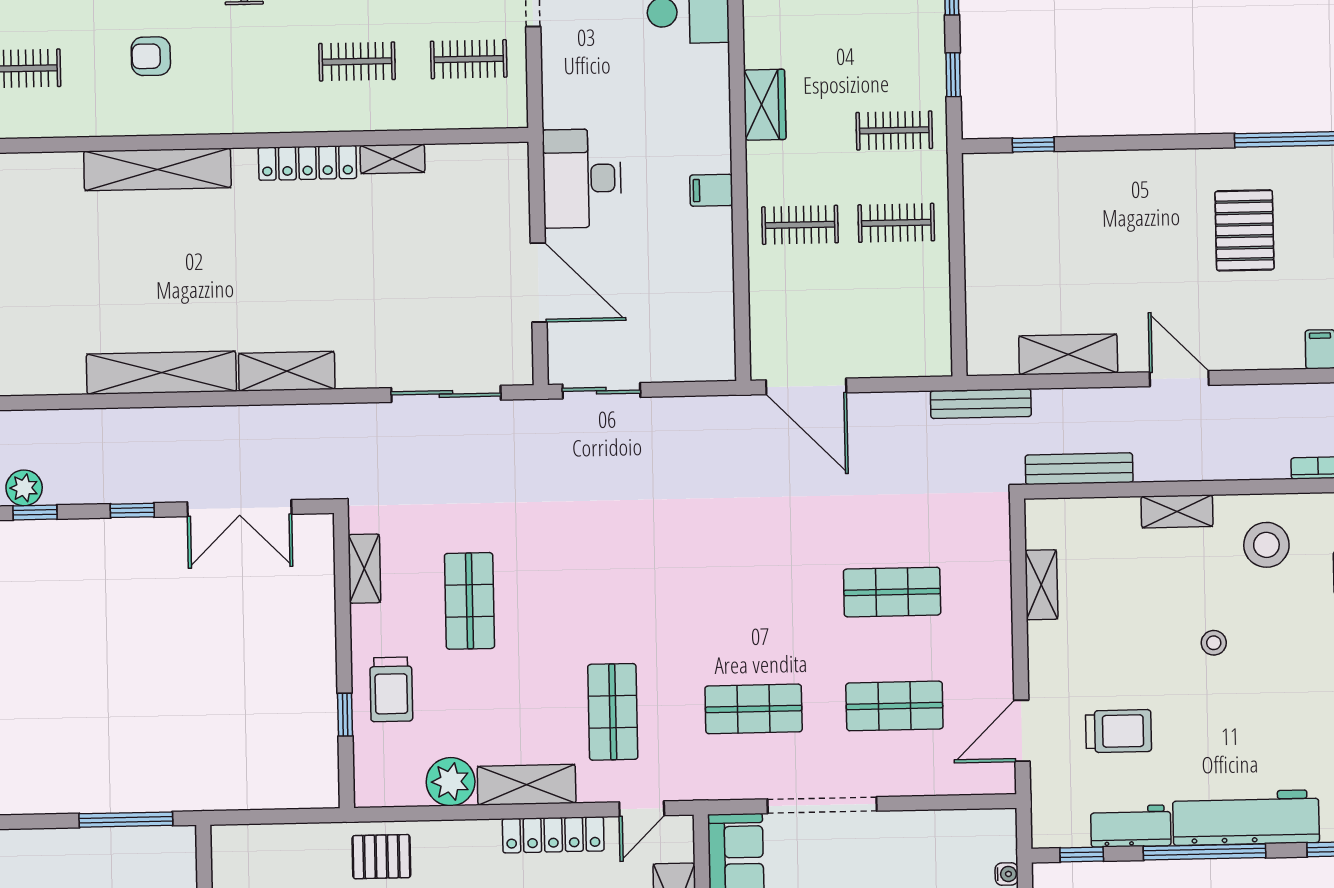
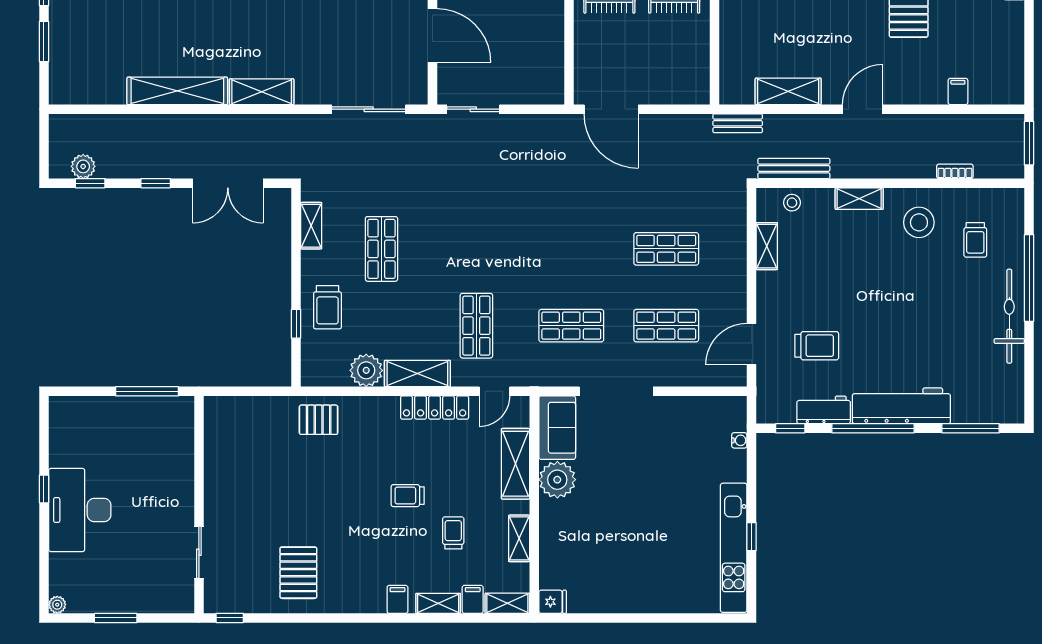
door: (1179, 379) -> (863, 109), hinge flipped
bench: (981, 404) -> (738, 123), width x0.73
stool: (1214, 643) -> (792, 203), moved

